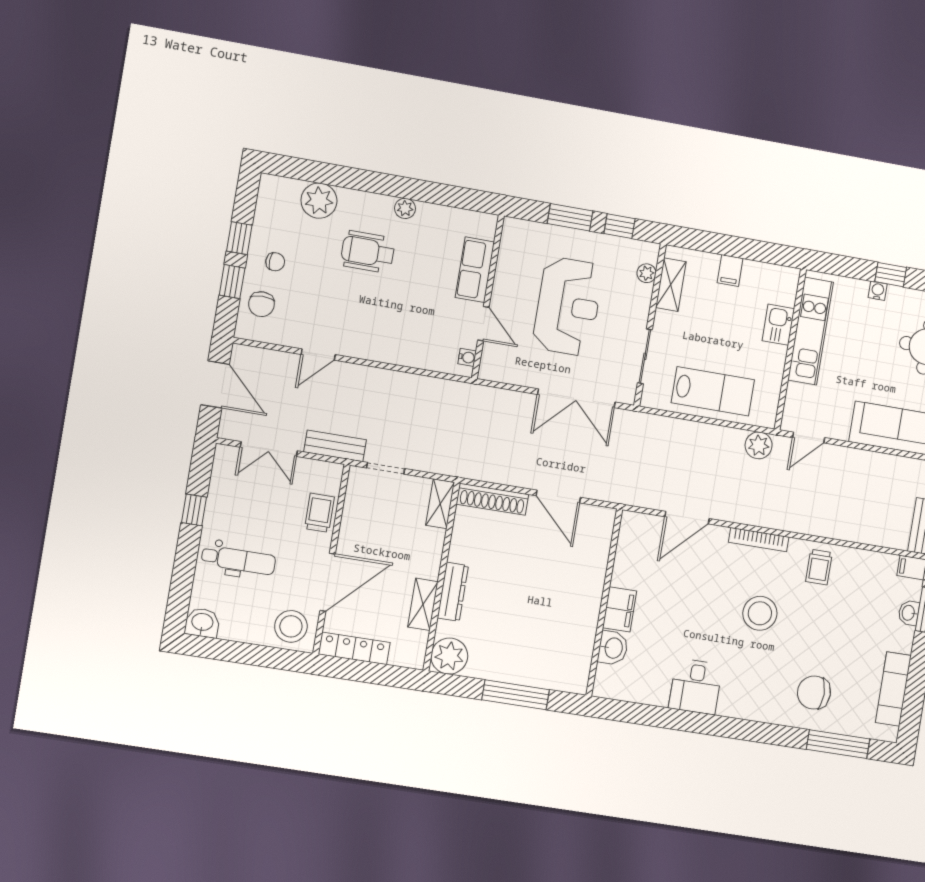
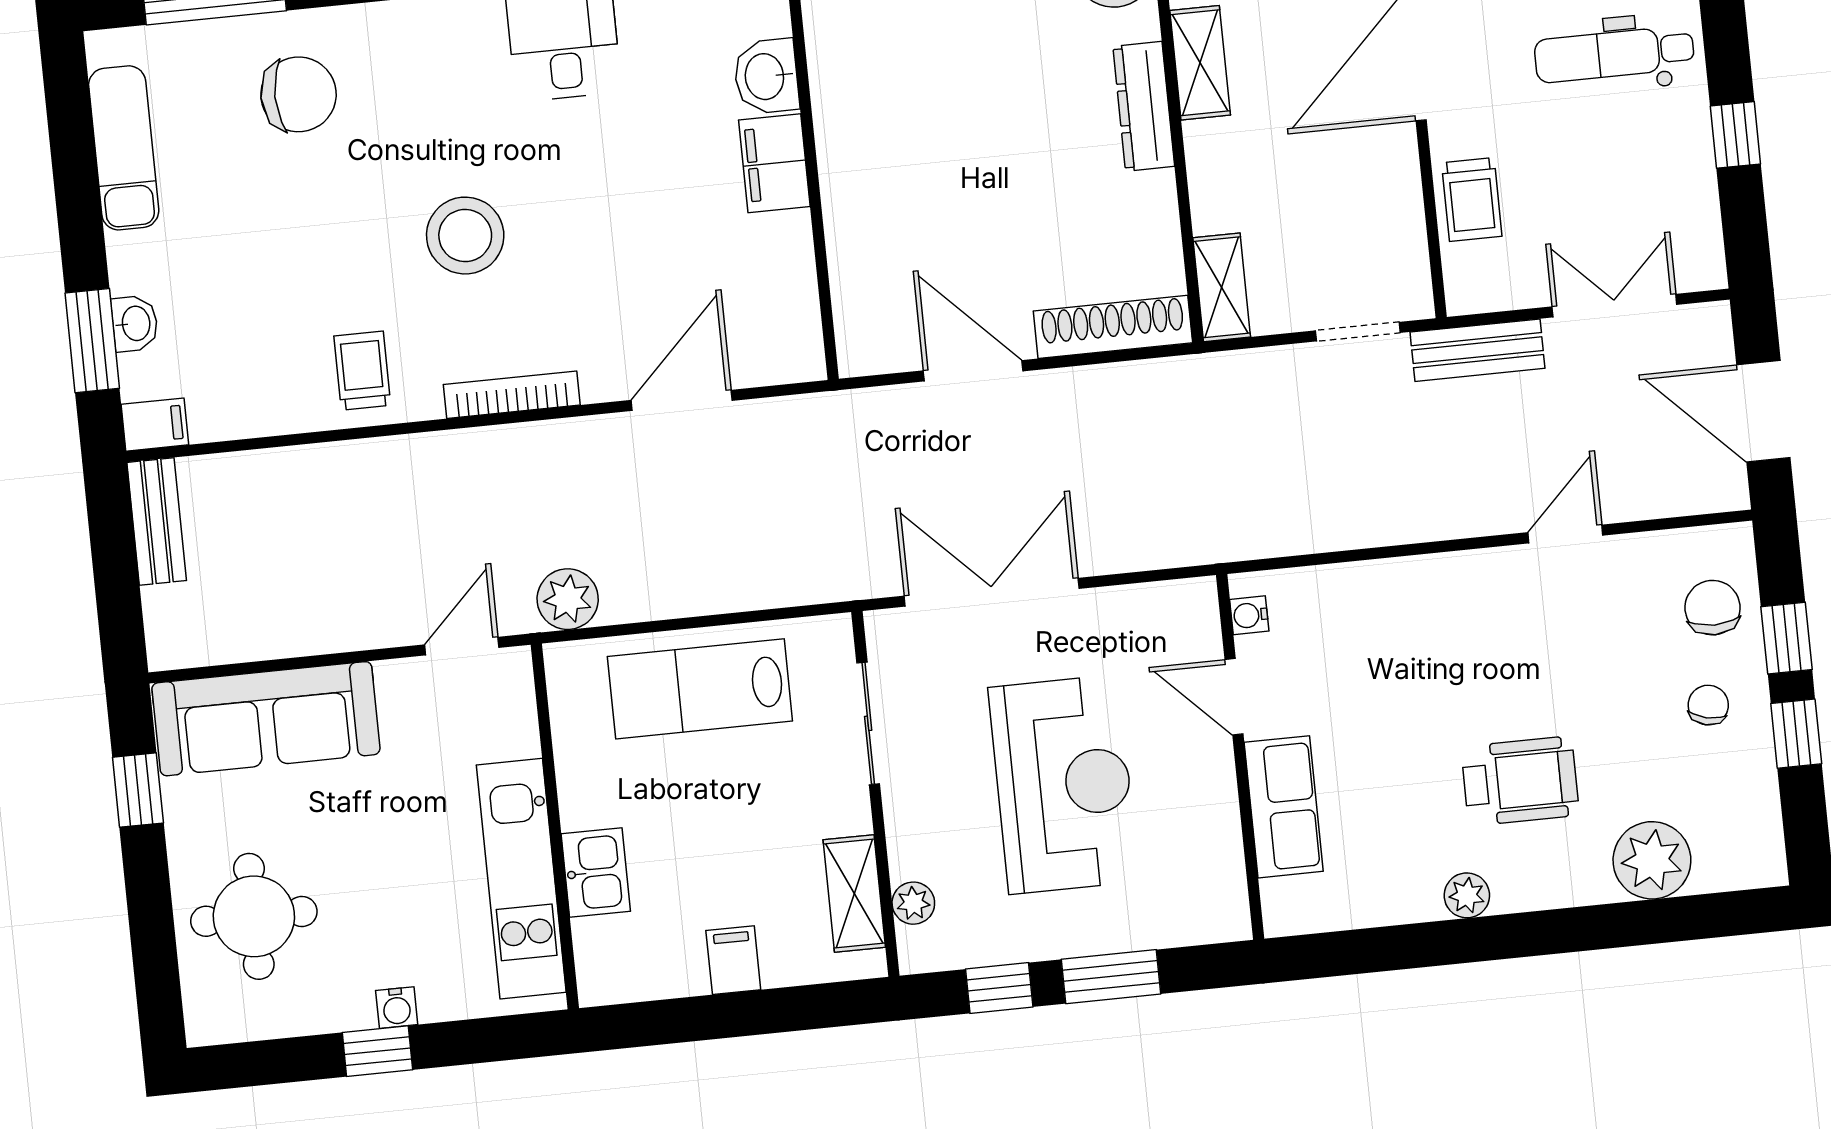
chair: (275, 262) -> (1708, 705), turned 101
reception desk: (568, 306) -> (1064, 784), turned 180

